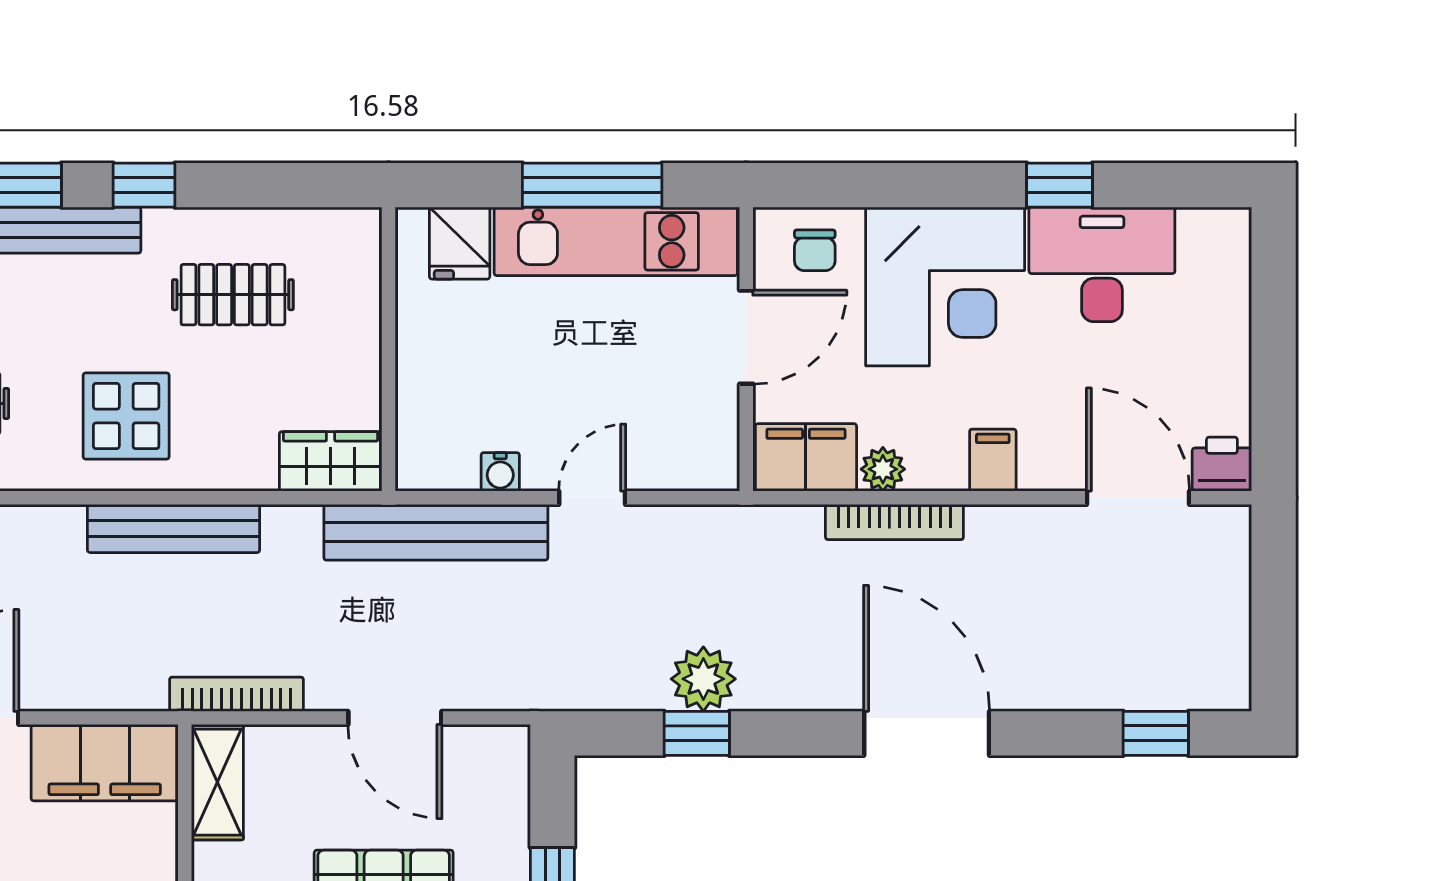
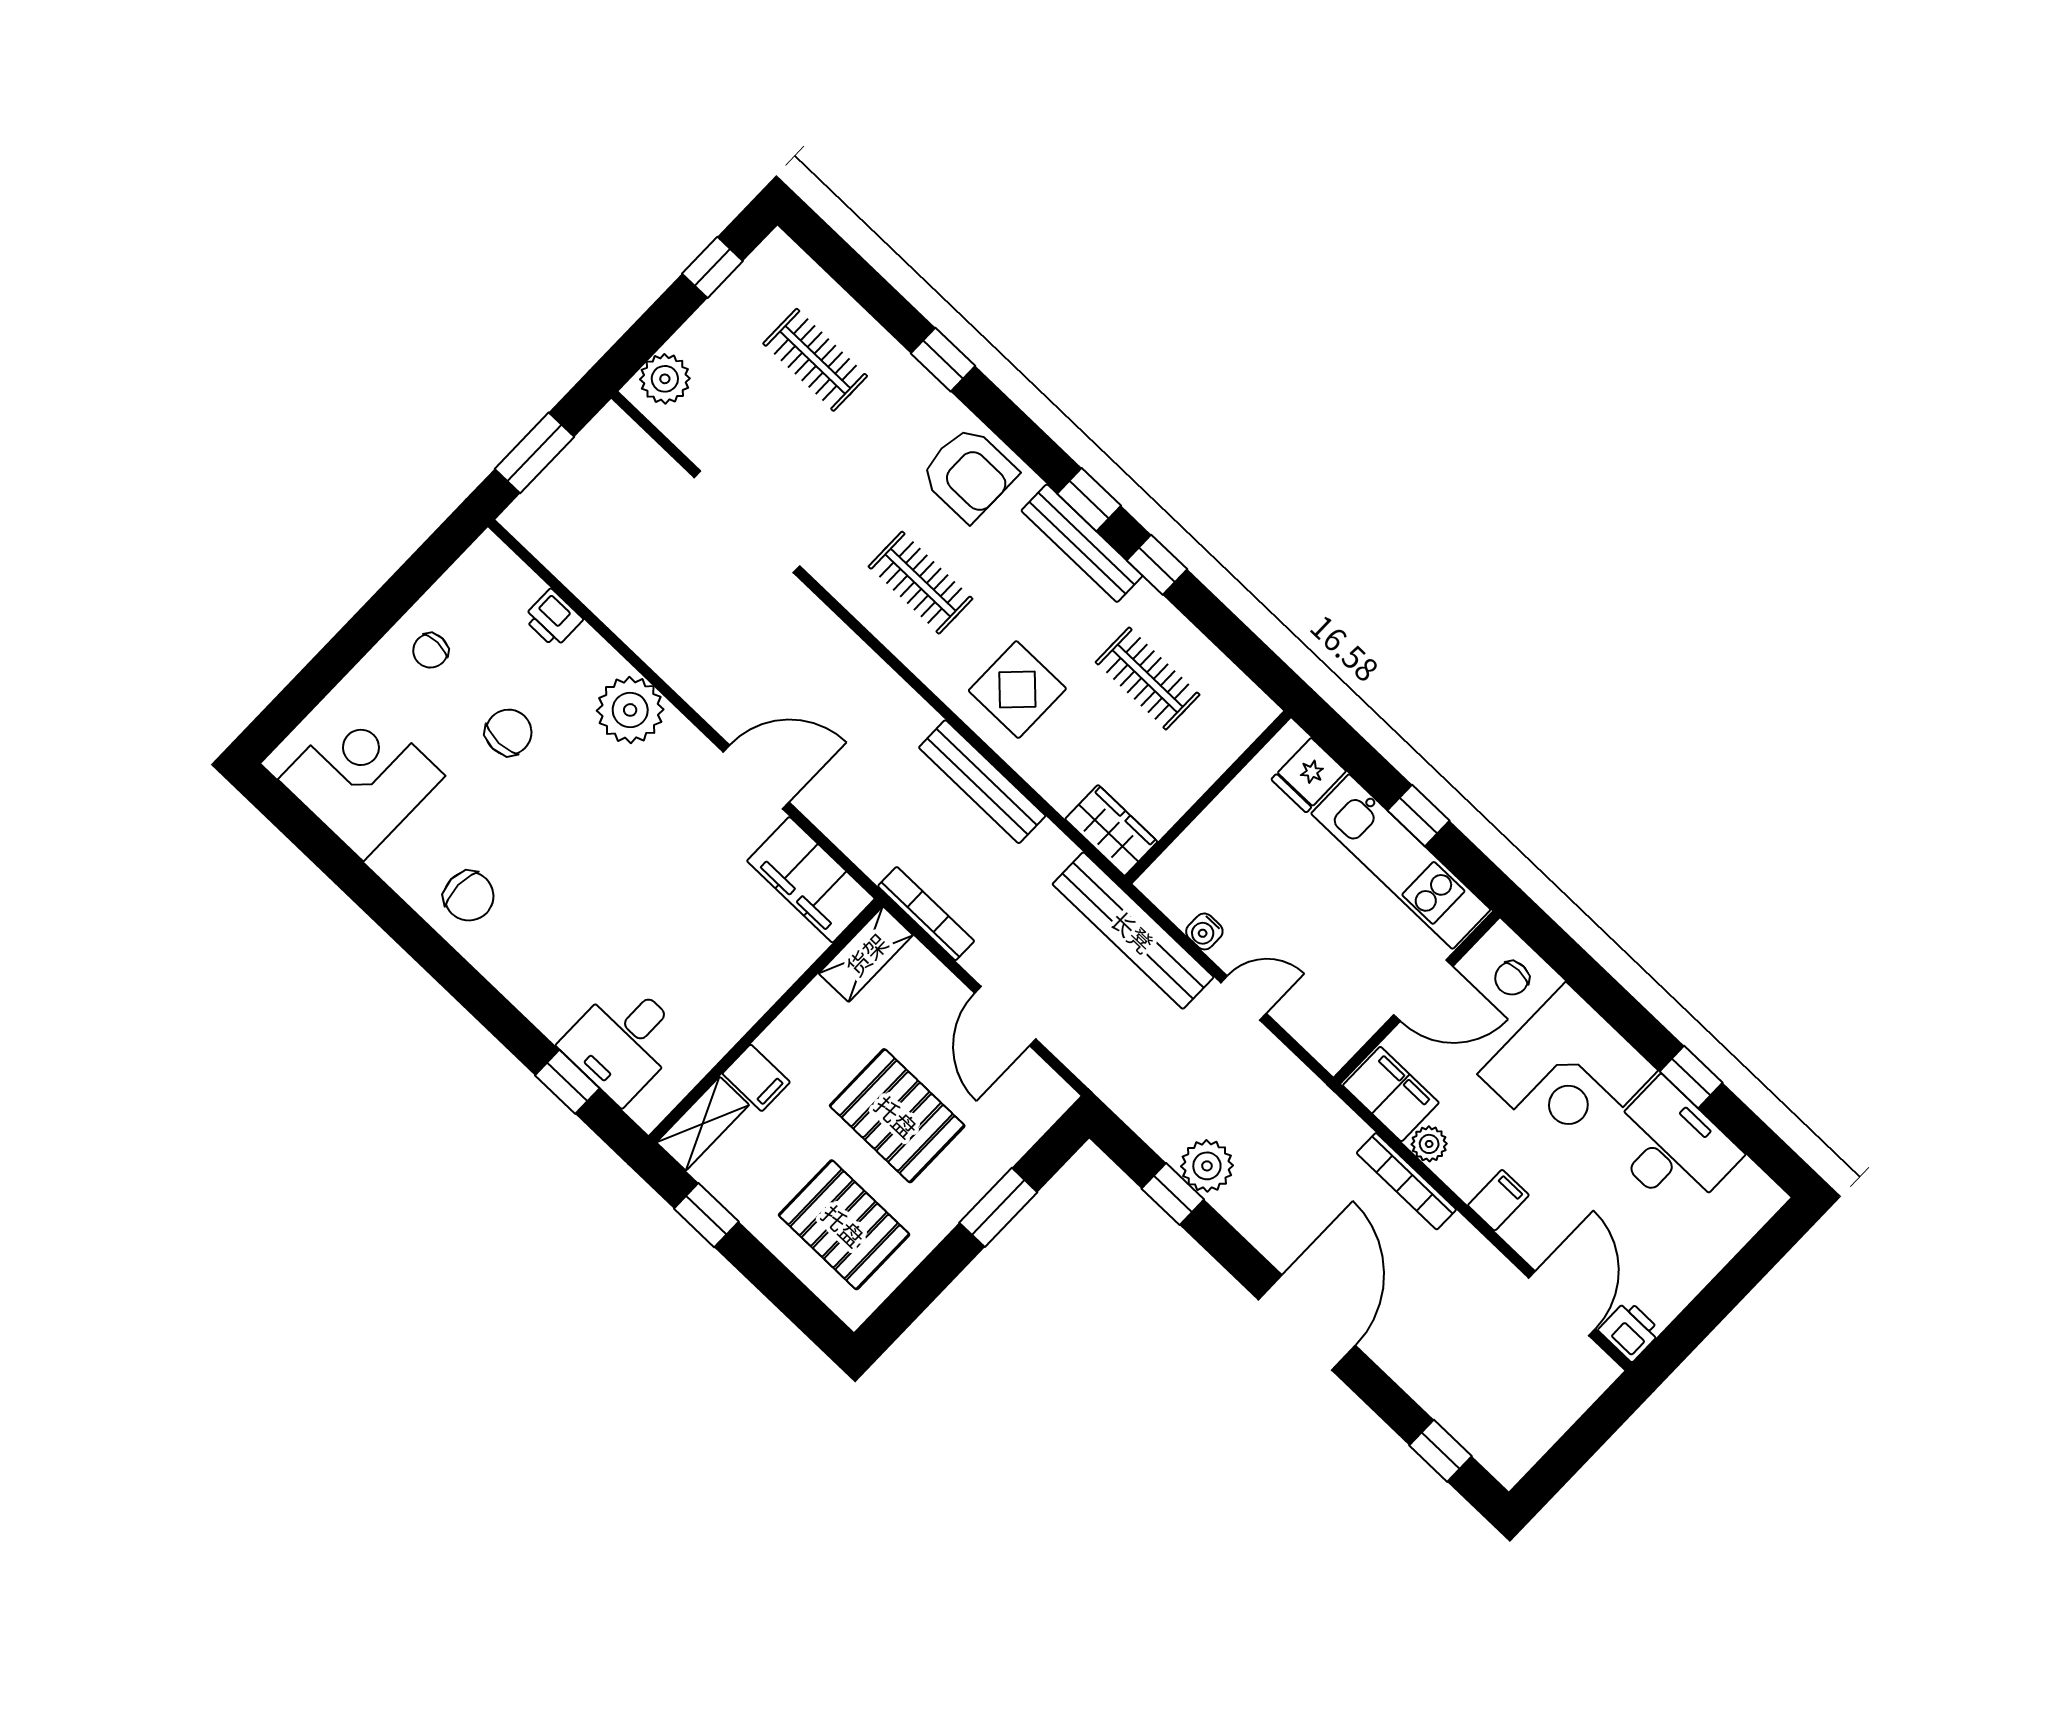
window: (592, 185) -> (1418, 816), width x0.46

